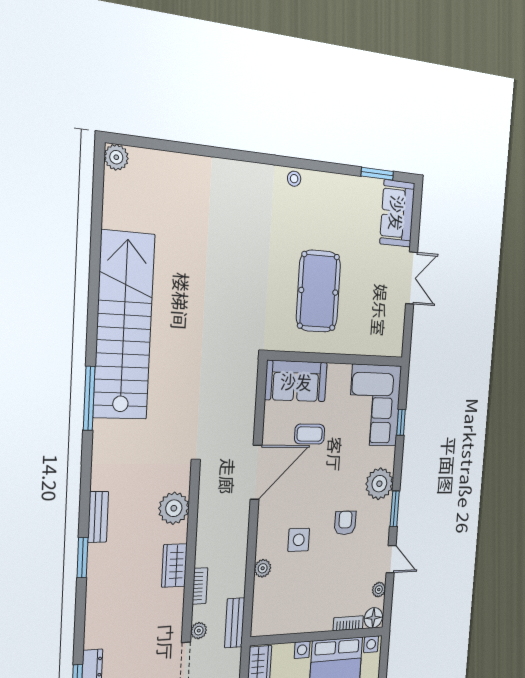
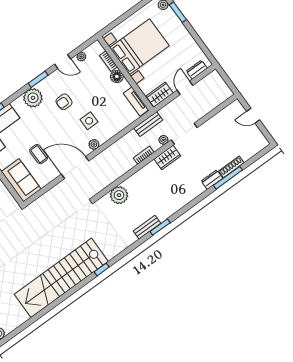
window: (89, 398) -> (102, 269), width x0.46
window: (82, 558) -> (160, 227), moved
door: (391, 559) -> (63, 61), swing flipped
wardrobe: (174, 566) -> (167, 157), moved
plant: (263, 568) -> (94, 144), moved
floor lamp: (373, 618) -> (117, 76), moved
tv unit: (275, 626) -> (136, 102), added

